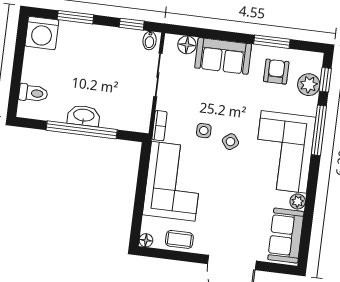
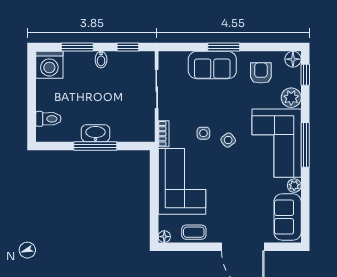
bidet: (150, 41) -> (101, 60), moved
window: (272, 42) -> (224, 47), moved
floor lamp: (187, 45) -> (293, 59), moved
plant: (309, 85) -> (291, 98), moved
window: (82, 130) -> (95, 146), width x0.68
window: (319, 130) -> (305, 145), moved

